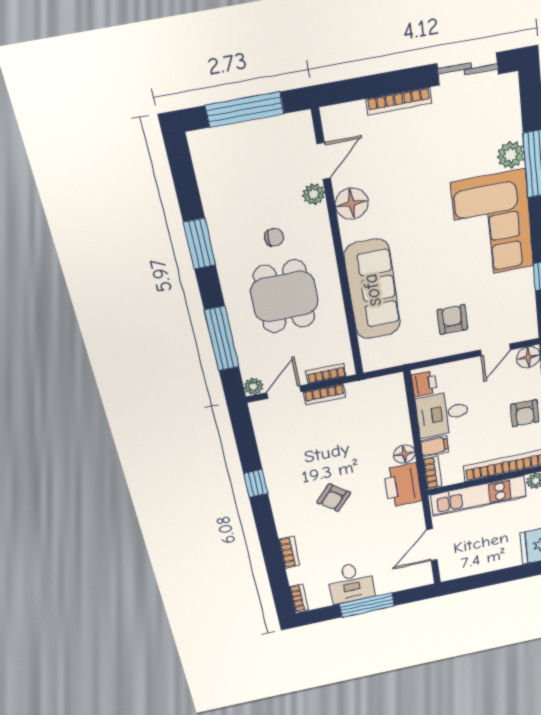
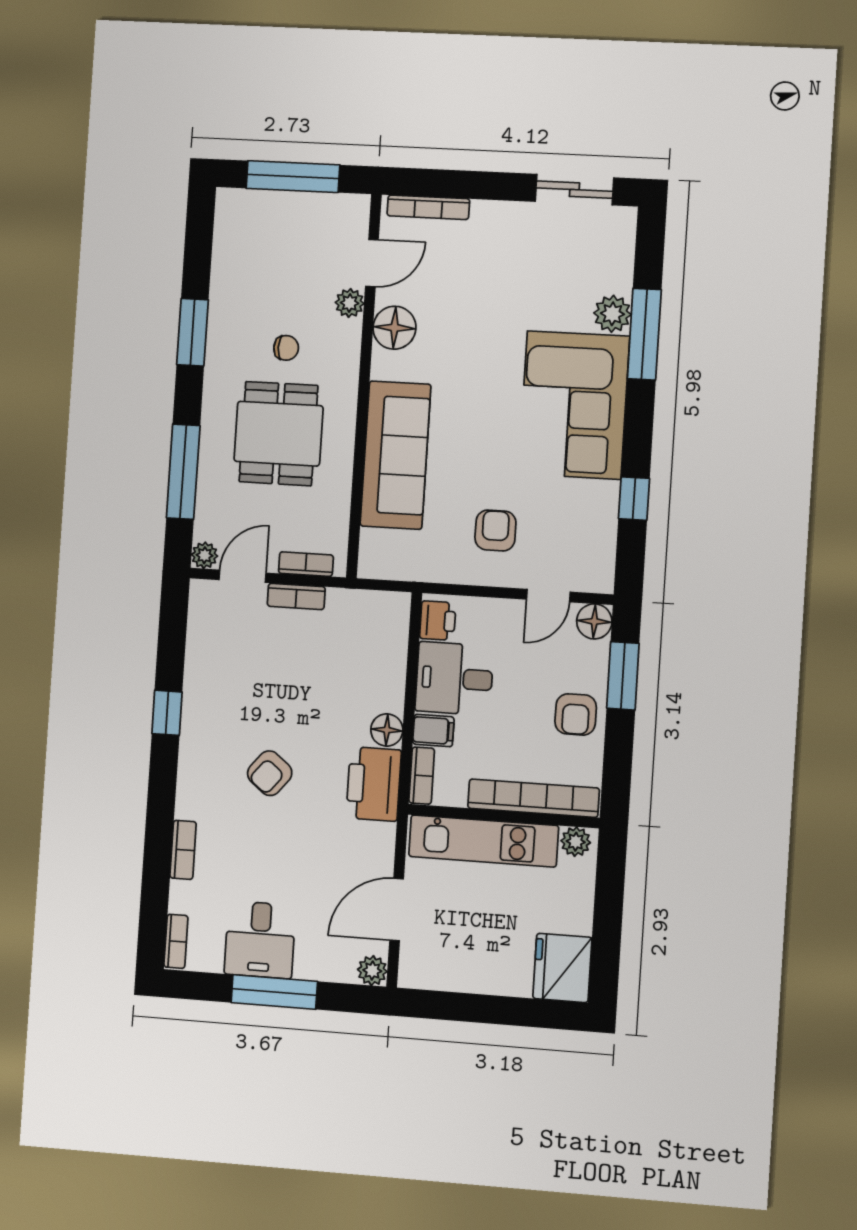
bookcase: (399, 101) -> (428, 207), moved
plant: (424, 578) -> (372, 971), added

